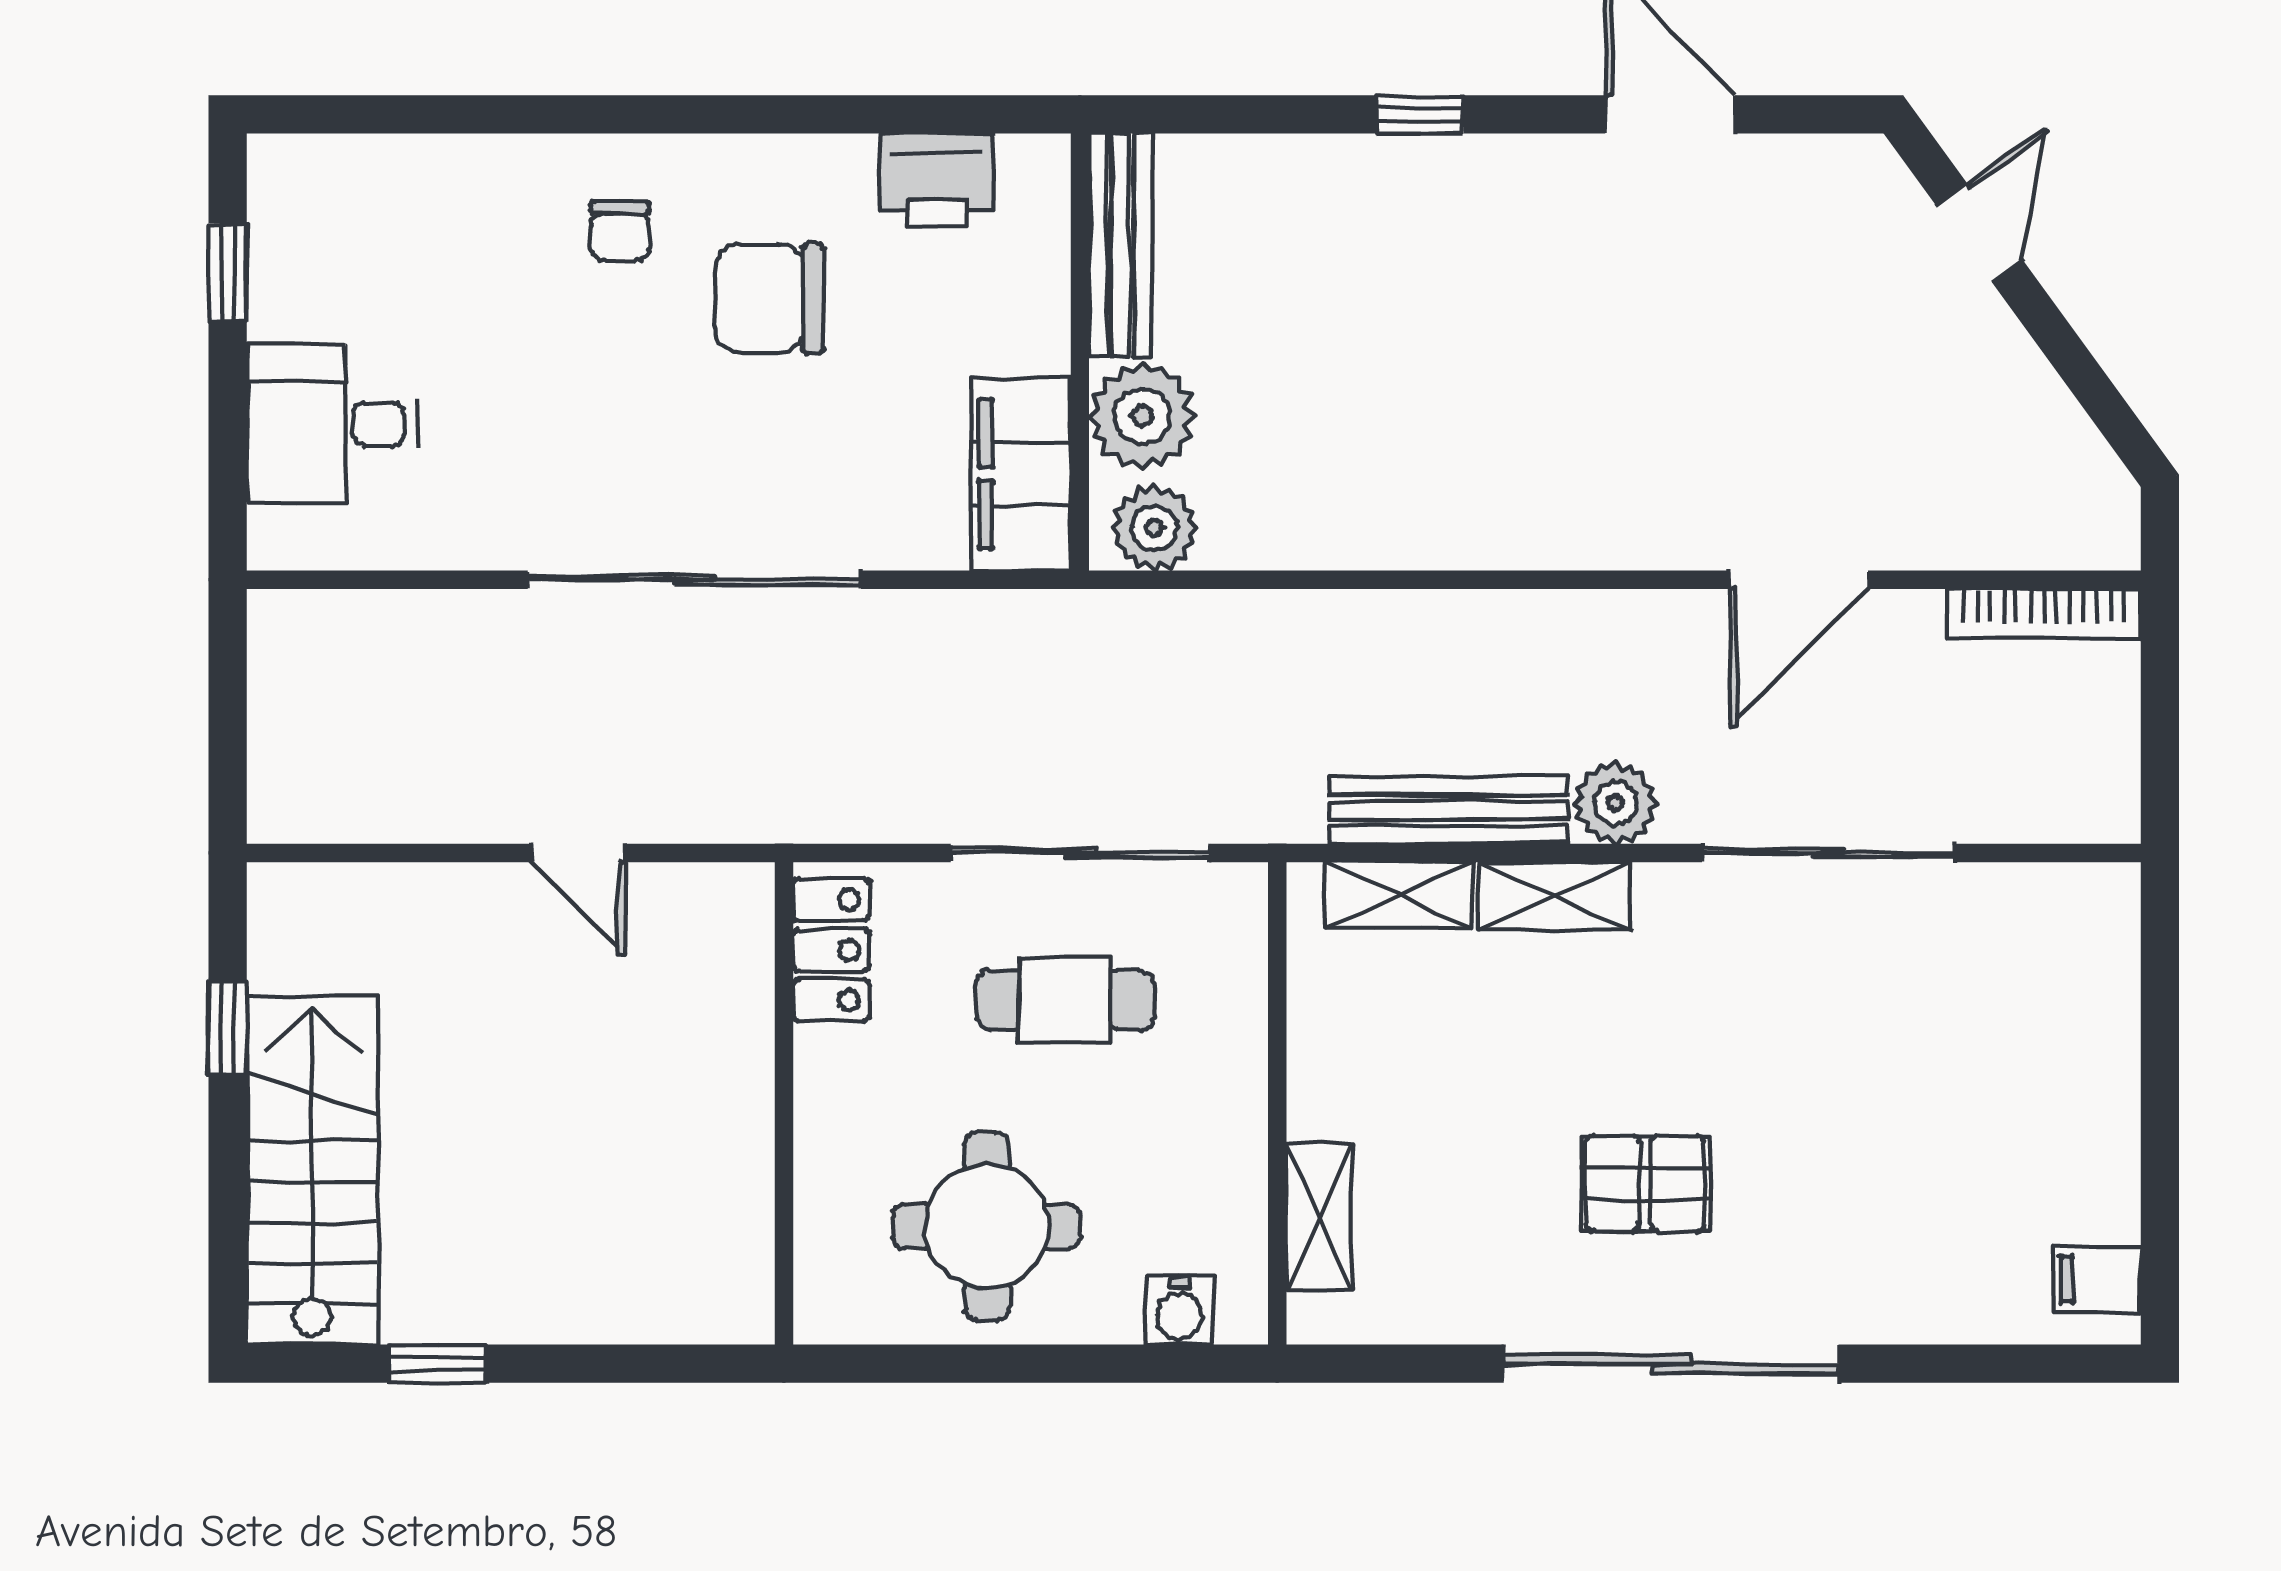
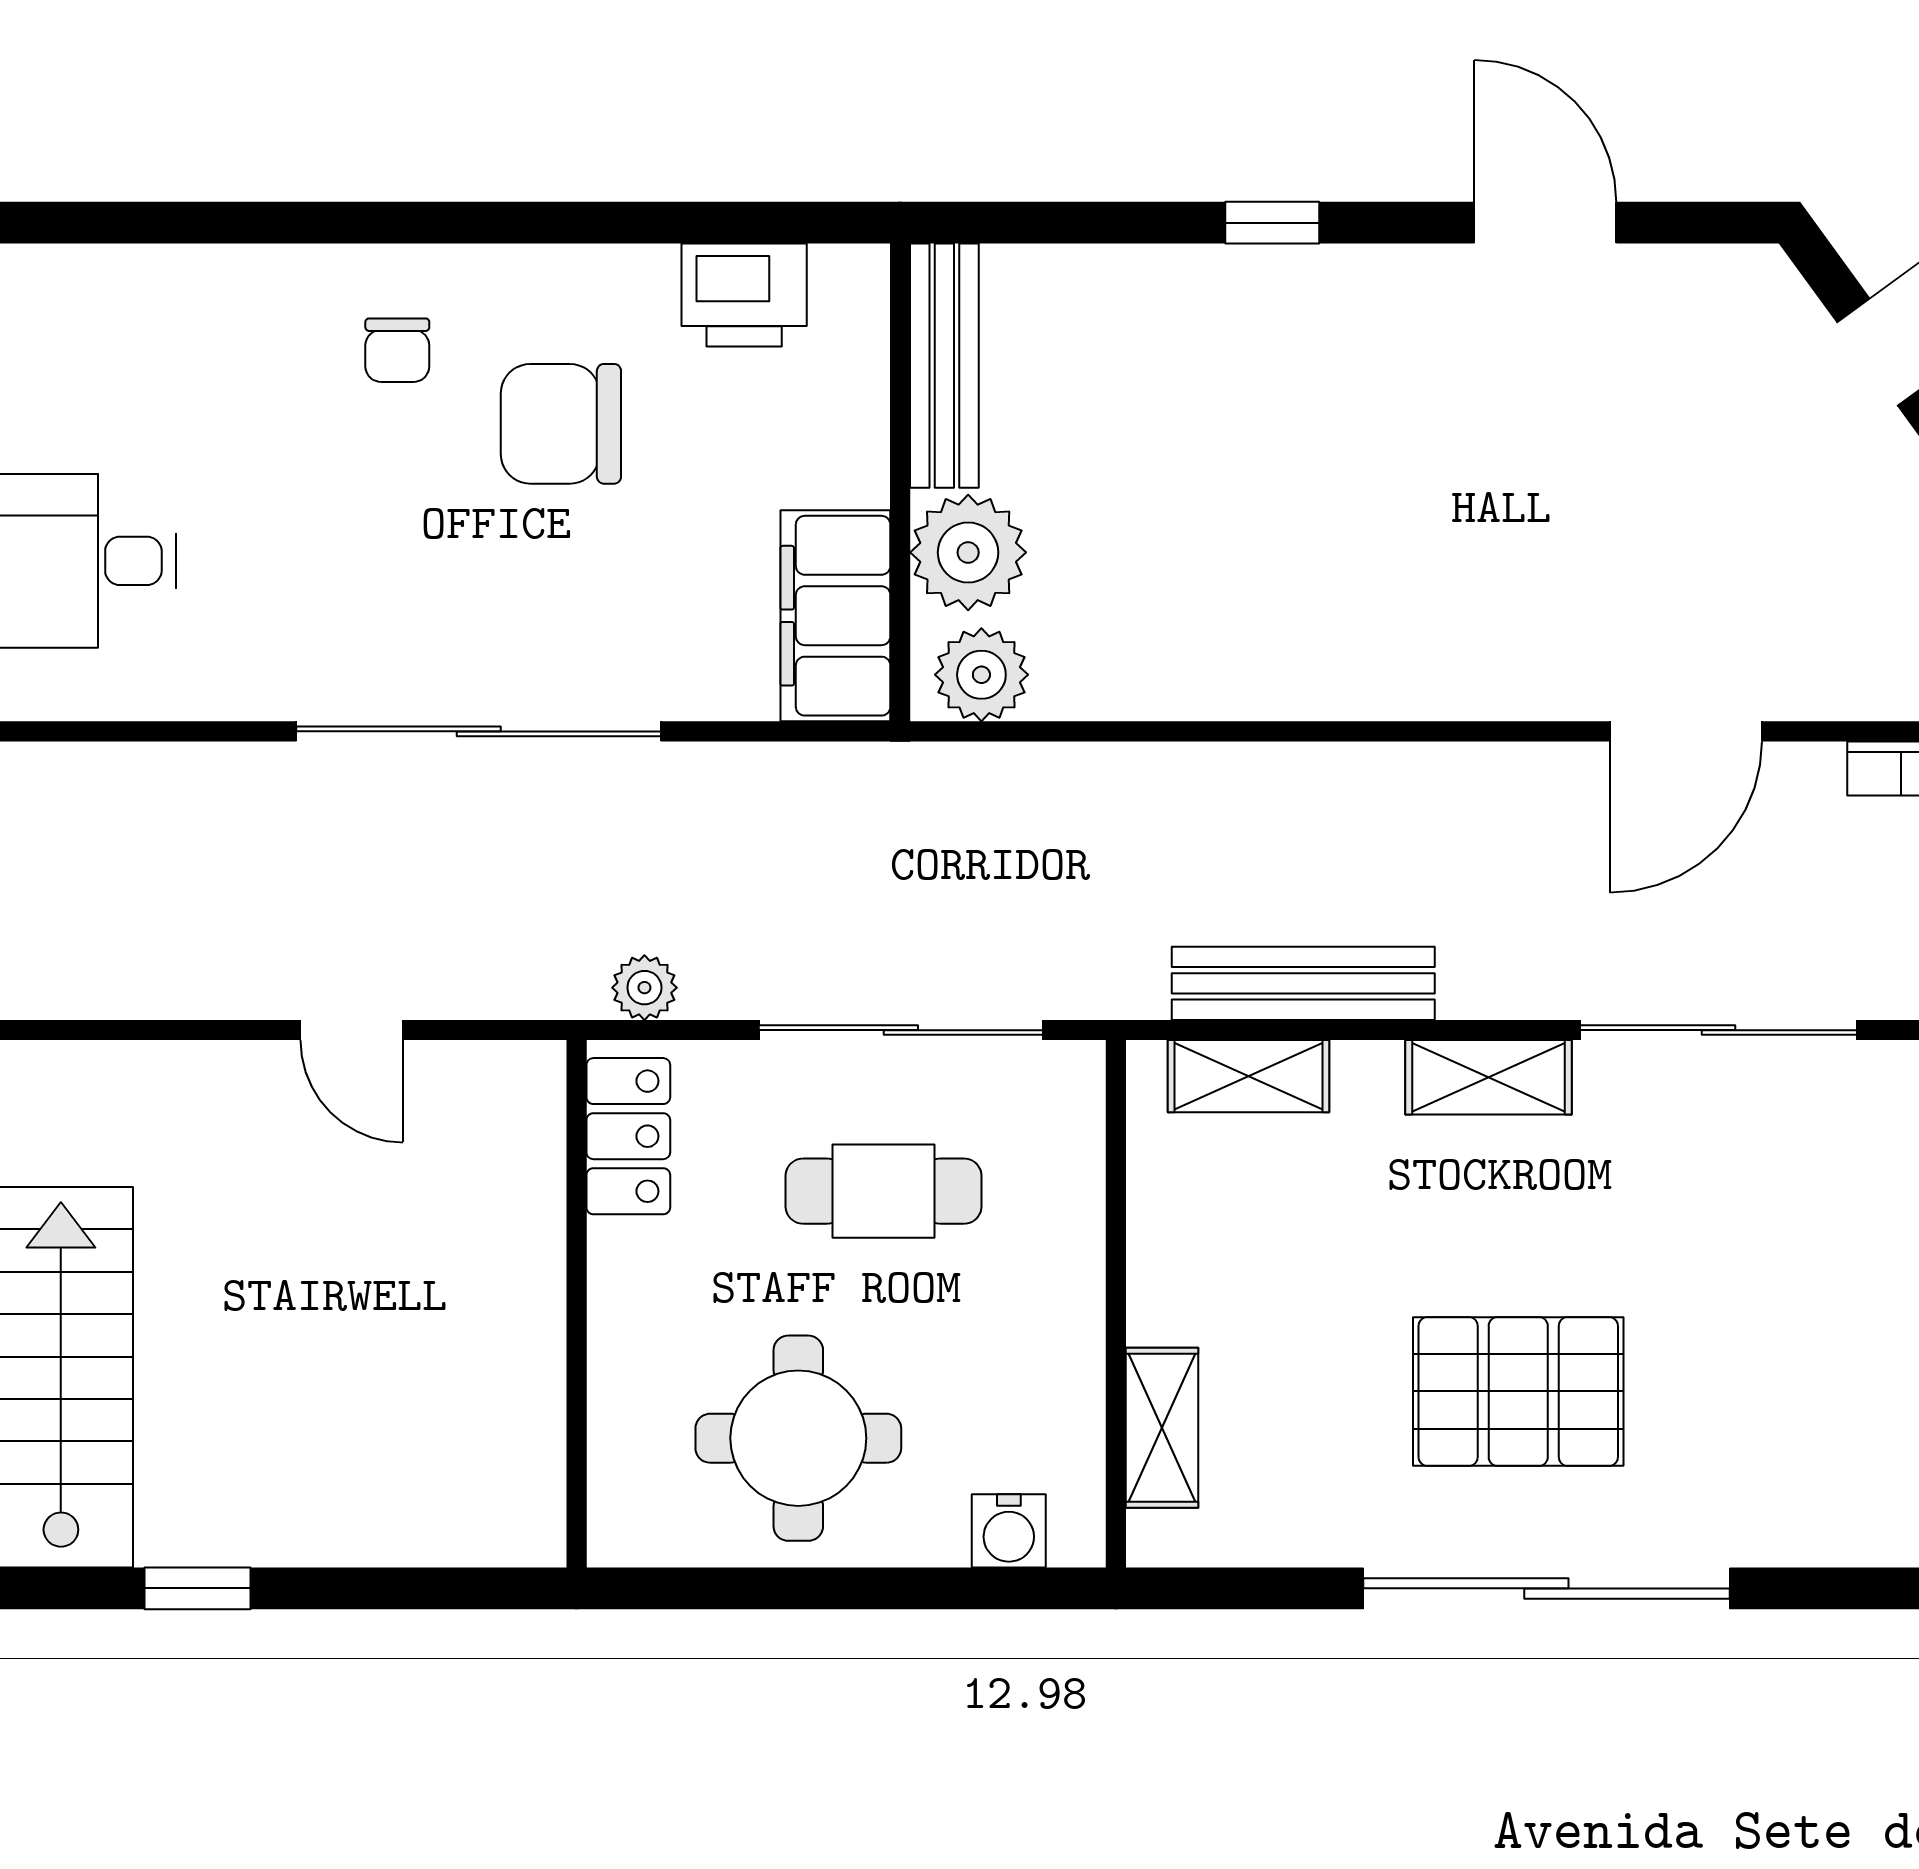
plant: (1616, 803) -> (644, 988), moved, width x0.73, depth x0.73
shelving: (1554, 896) -> (1488, 1077), moved
pallet: (1645, 1184) -> (1518, 1391), width x1.50, depth x1.42

